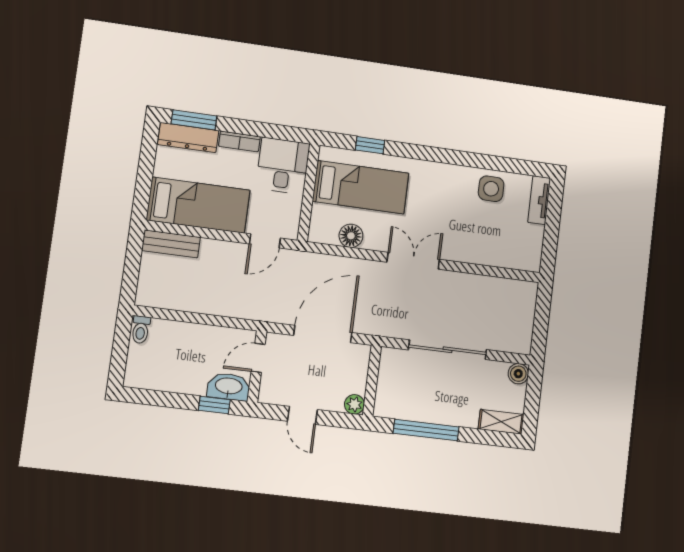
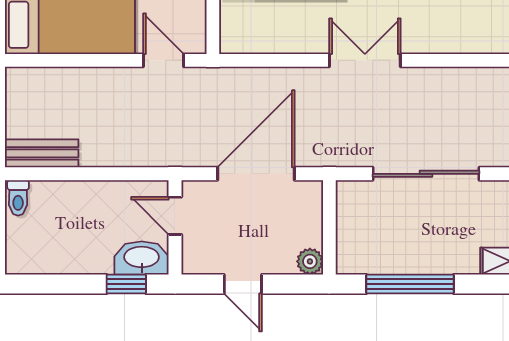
floor lamp: (351, 236) -> (277, 38), removed
door: (265, 241) -> (164, 60), swing flipped
bench: (171, 244) -> (42, 153), moved
door: (258, 358) -> (175, 216), hinge flipped

